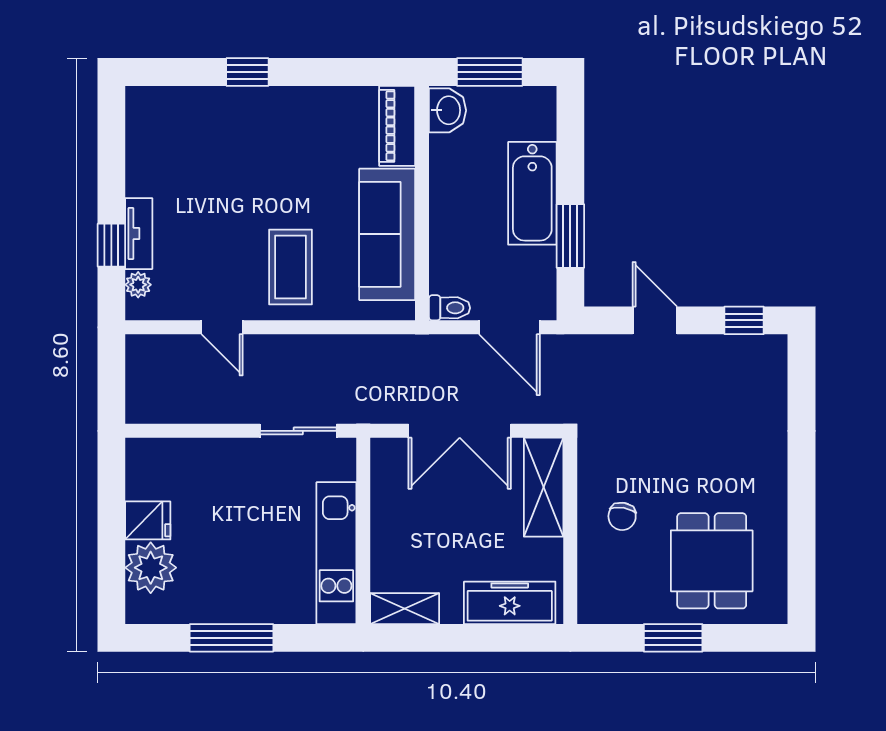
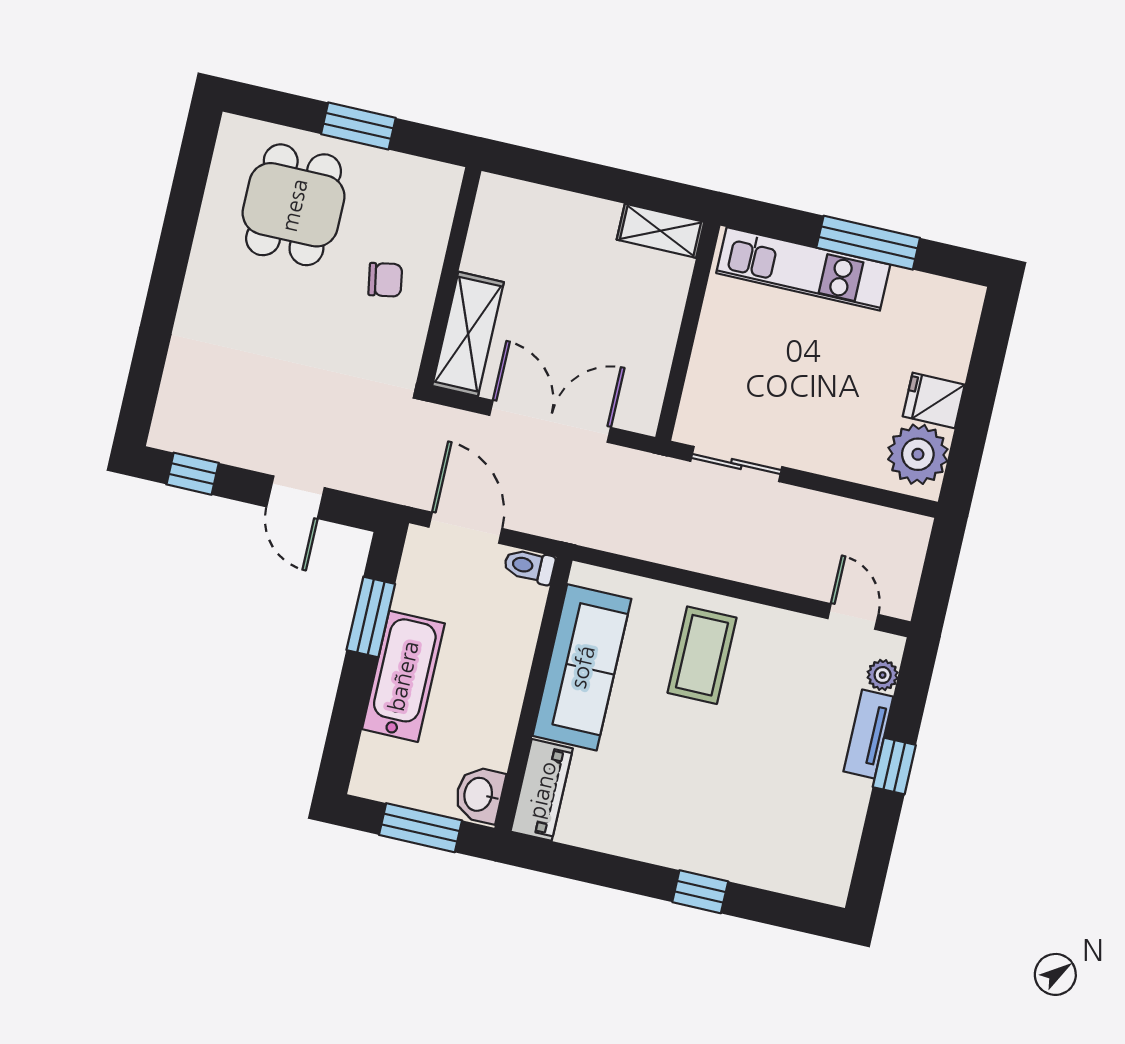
window: (111, 245) -> (894, 766), moved
door: (222, 327) -> (853, 617), moved
chair: (622, 516) -> (385, 280), turned 71
kitchen unit: (336, 553) -> (803, 269), moved, turned 90
plant: (151, 568) -> (918, 454), moved
freezer: (510, 603) -> (538, 210), removed

